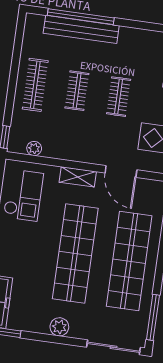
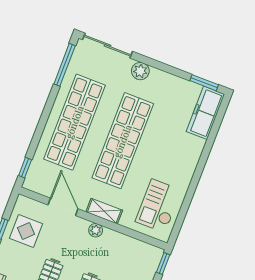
plant: (34, 148) -> (96, 230), moved
plant: (59, 327) -> (140, 71), moved

